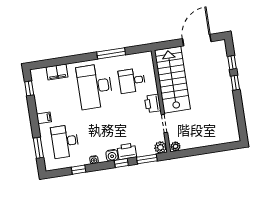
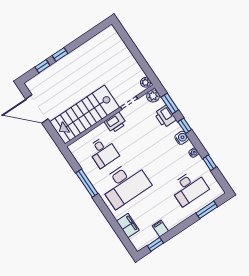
filing cabinet: (44, 118) -> (160, 228), moved
printer: (127, 151) -> (165, 116), moved

